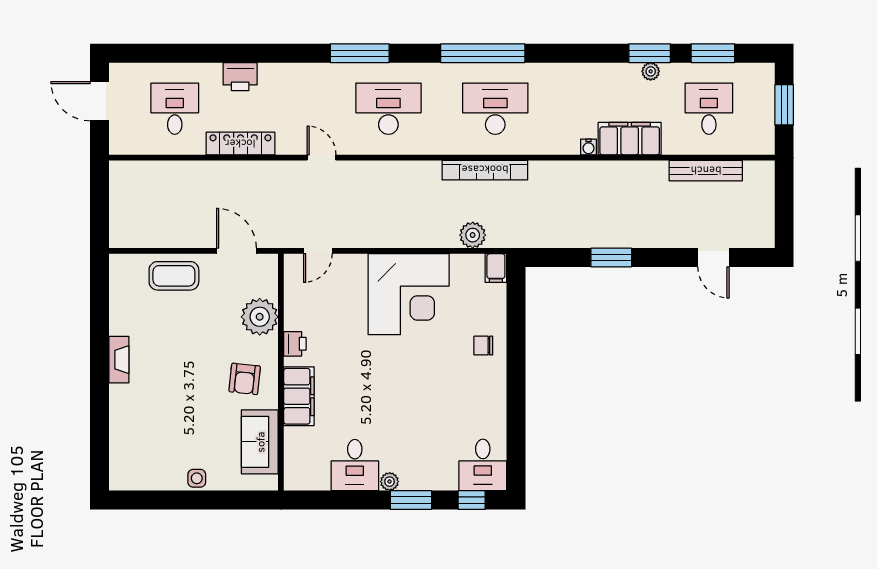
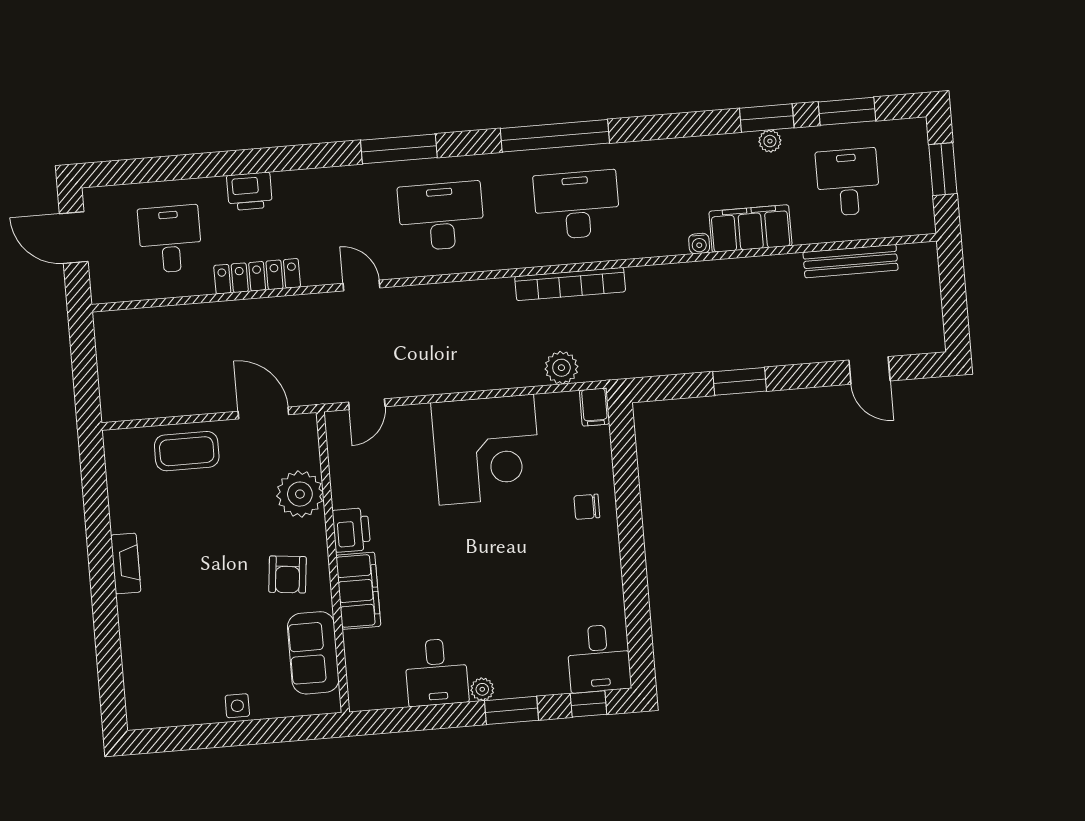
printer: (295, 344) -> (351, 530), width x1.36, depth x1.24

